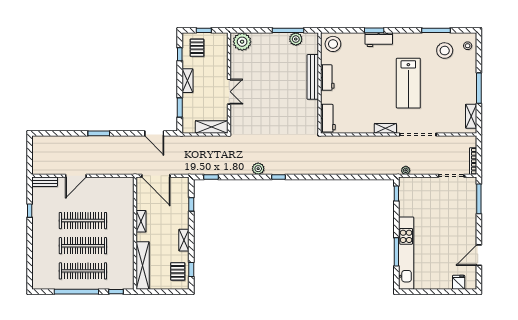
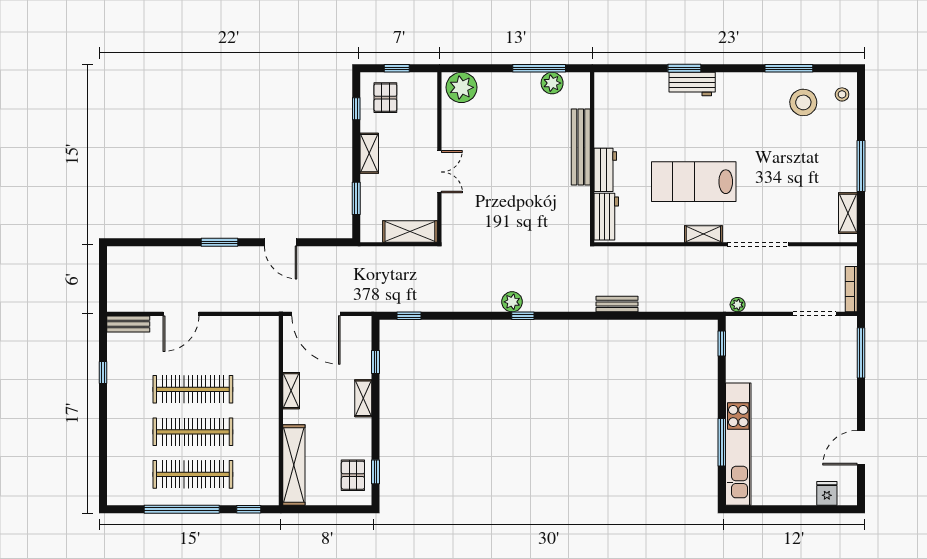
stool: (333, 44) -> (615, 91), removed
workbench: (327, 77) -> (605, 170), moved
lab bench: (408, 83) -> (694, 182), moved, turned 90
door: (154, 133) -> (281, 242), moved
plant: (258, 169) -> (512, 302), moved
bench: (334, 170) -> (617, 304), added
shelving: (184, 240) -> (363, 398), moved

